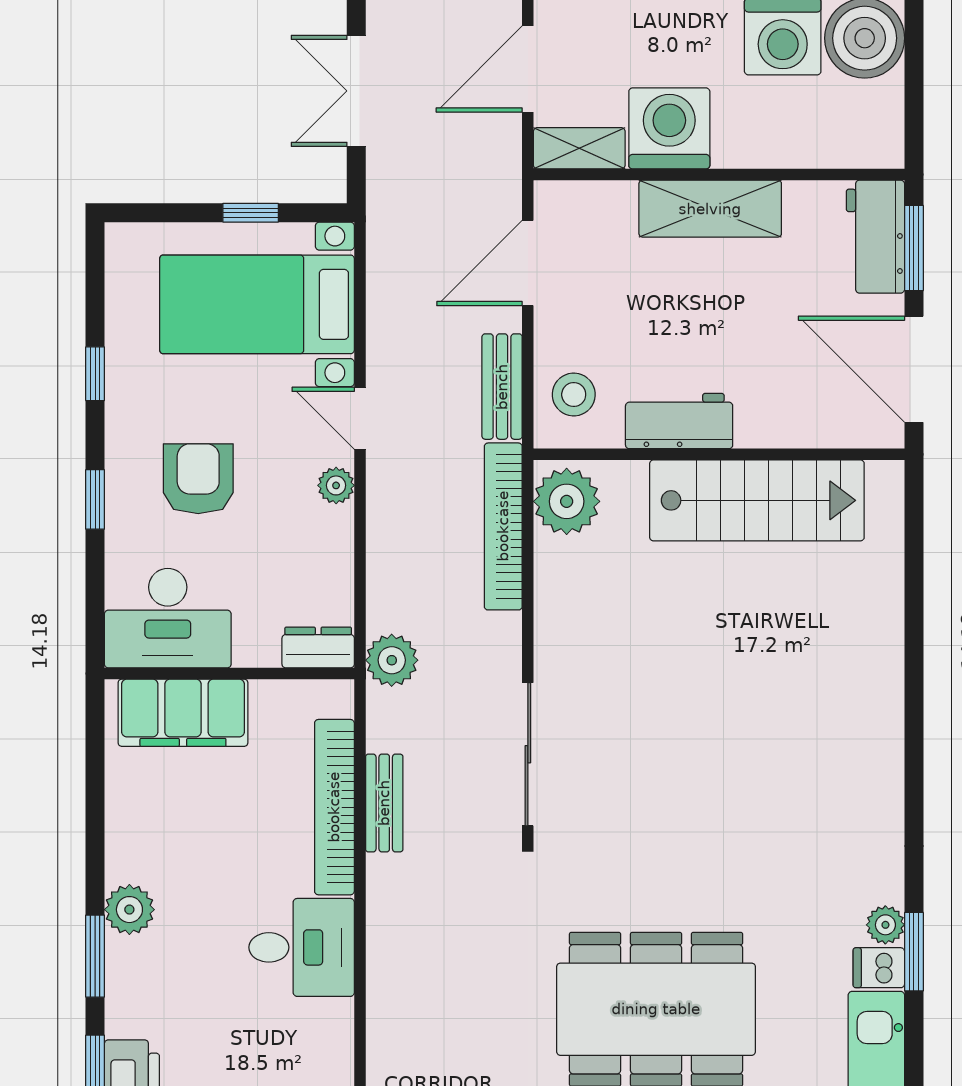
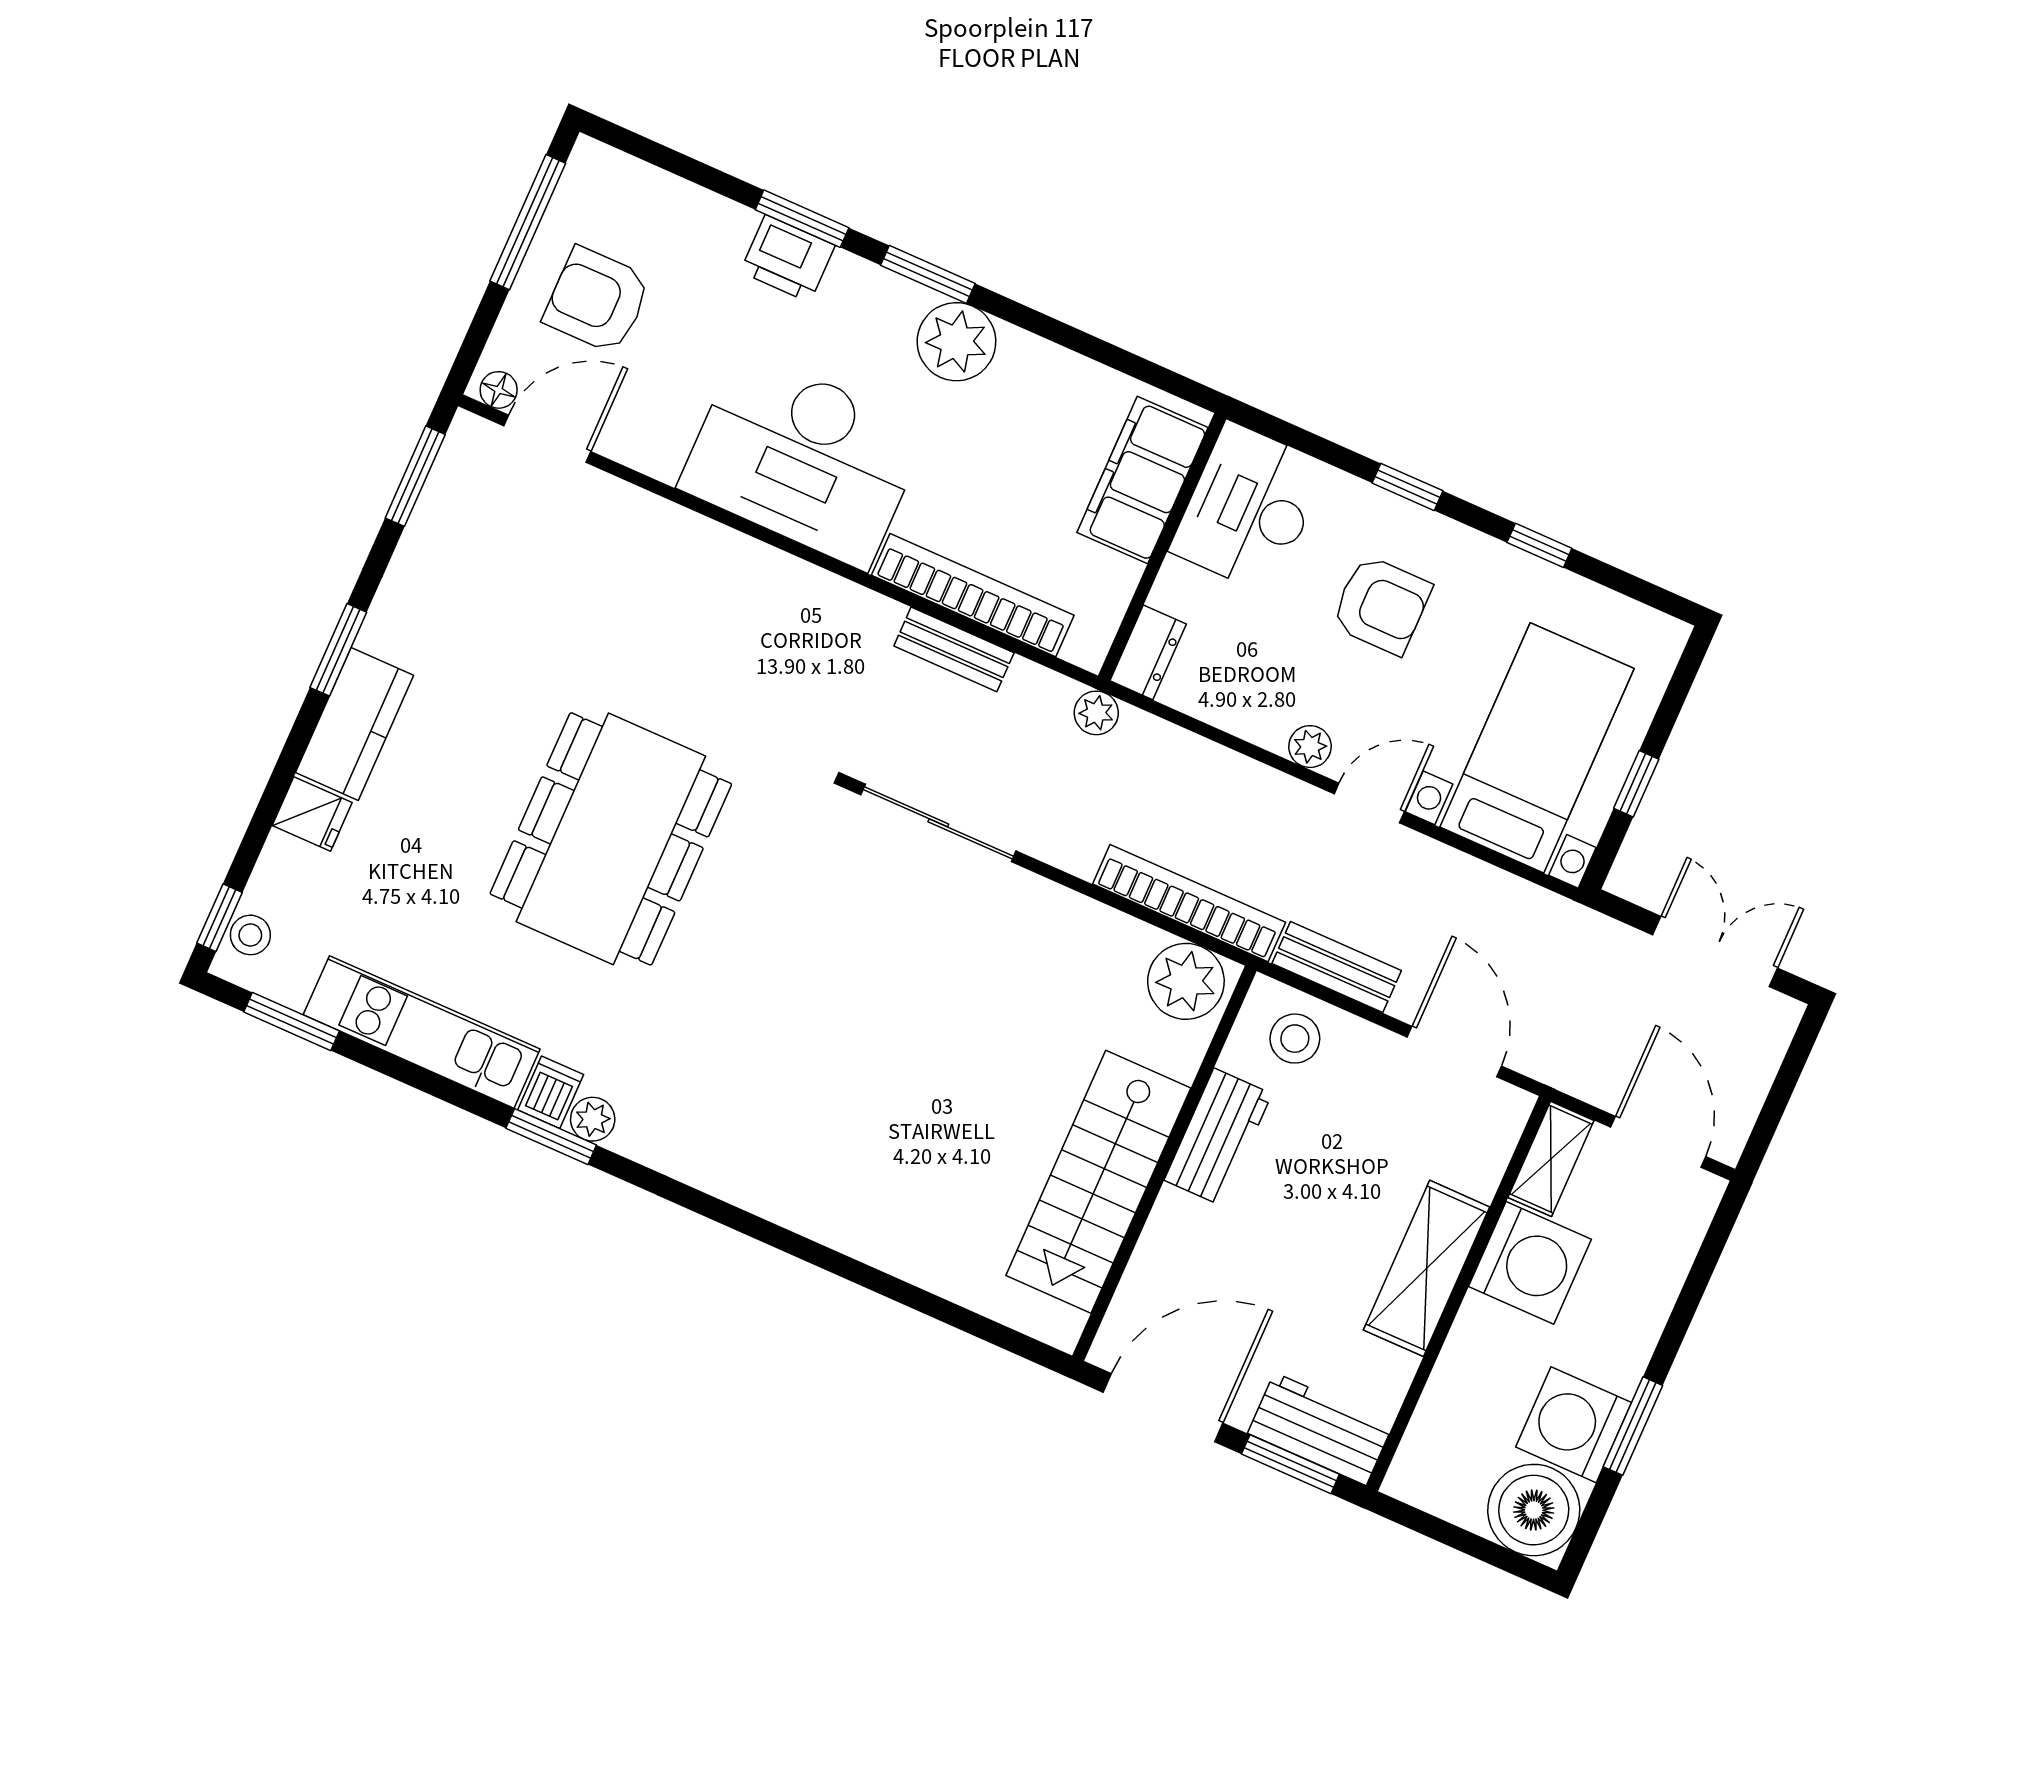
plant: (392, 660) -> (1096, 713), width x0.73, depth x0.73
plant: (129, 910) -> (956, 342), width x1.36, depth x1.36
desk: (302, 947) -> (803, 459), width x1.87, depth x1.30

